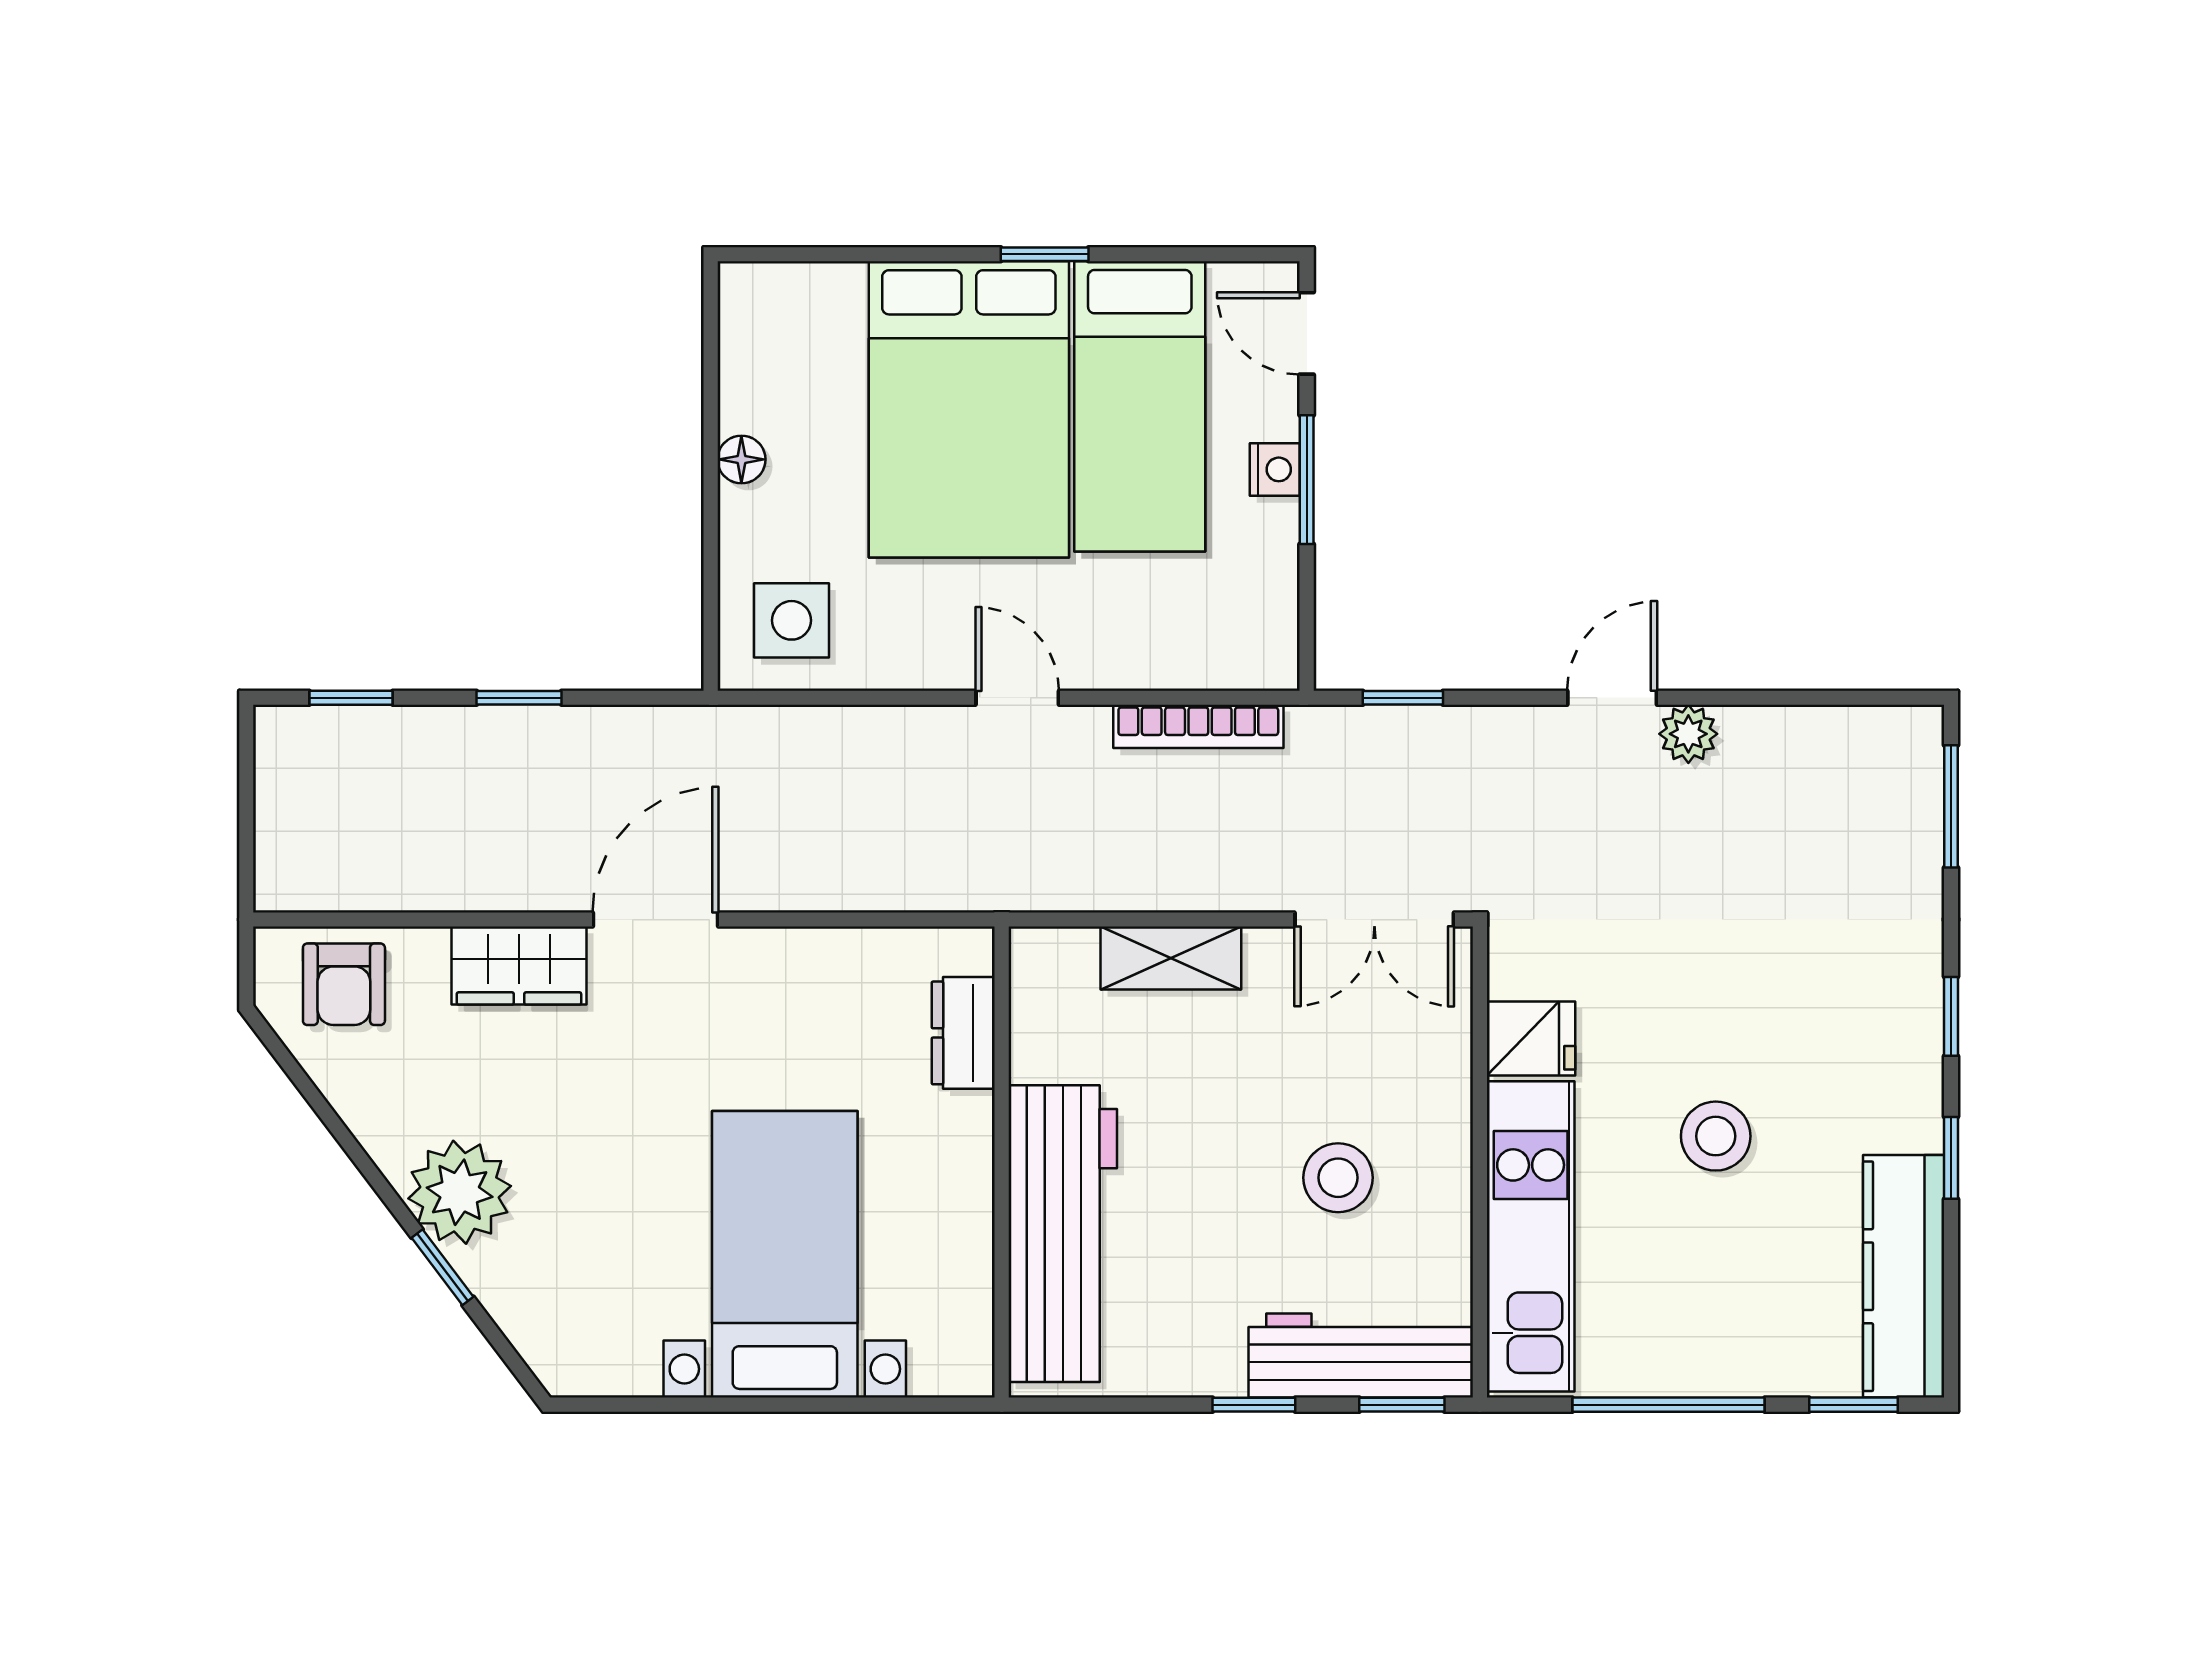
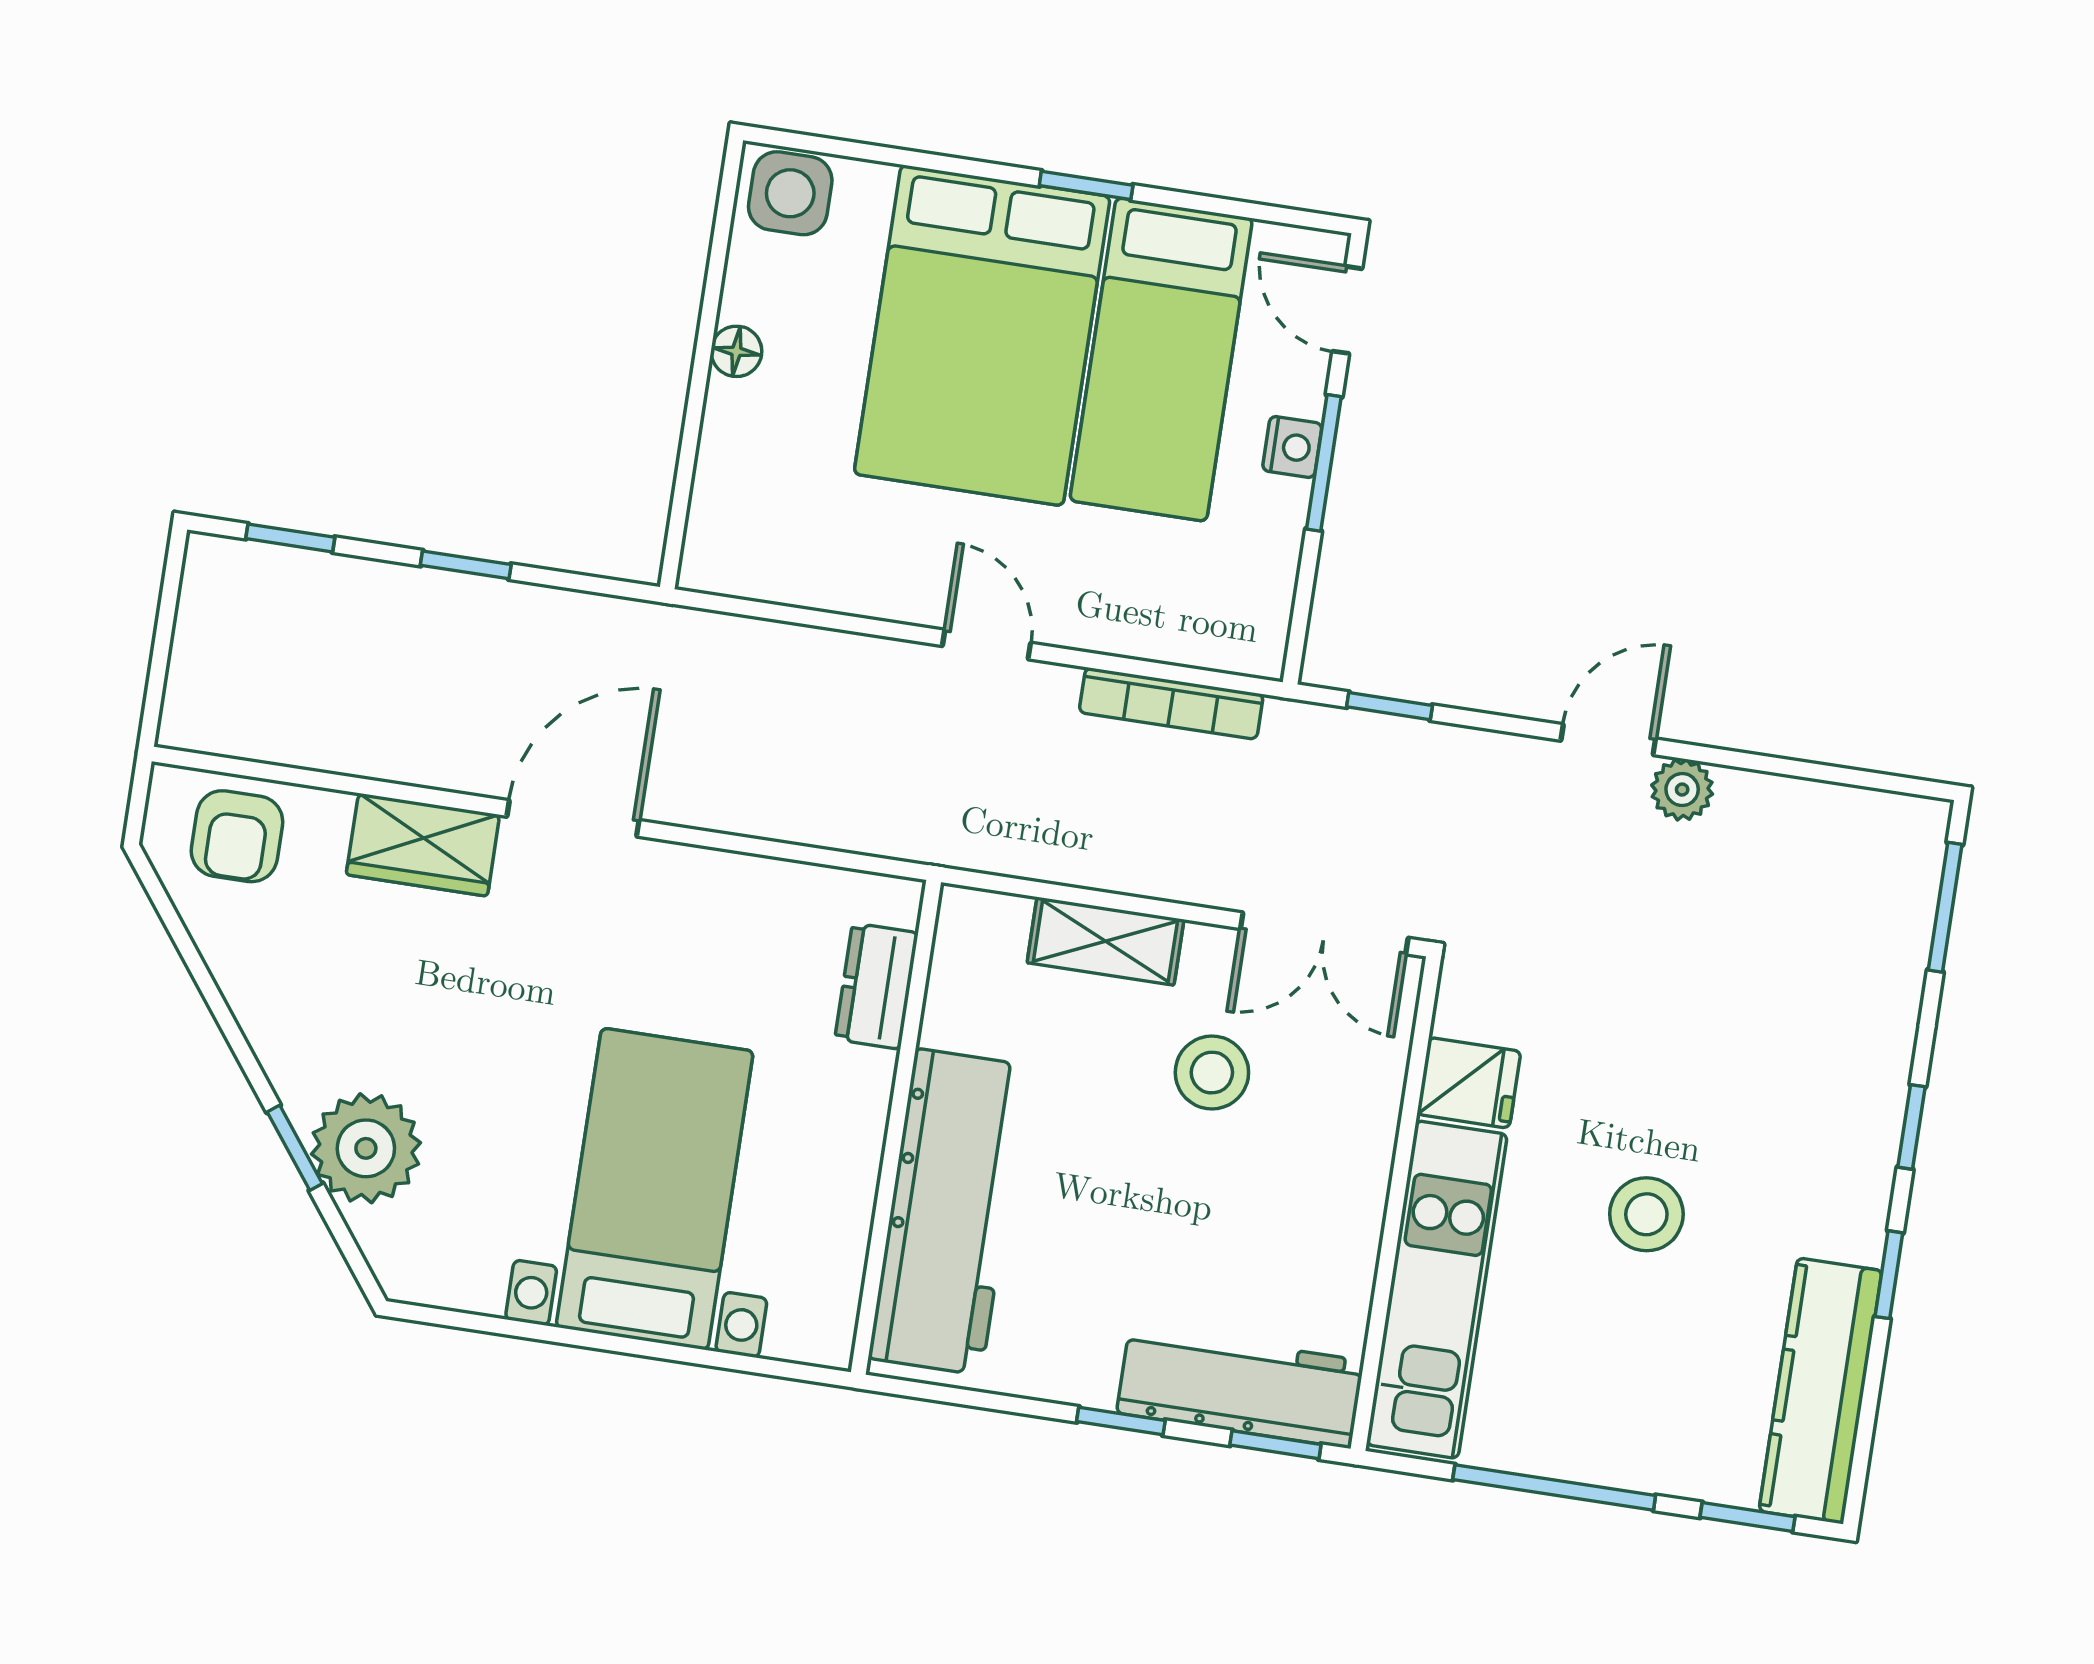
side table: (792, 620) -> (790, 193), moved
stool: (1338, 1178) -> (1212, 1073), moved
plant: (460, 1192) -> (366, 1148), moved

